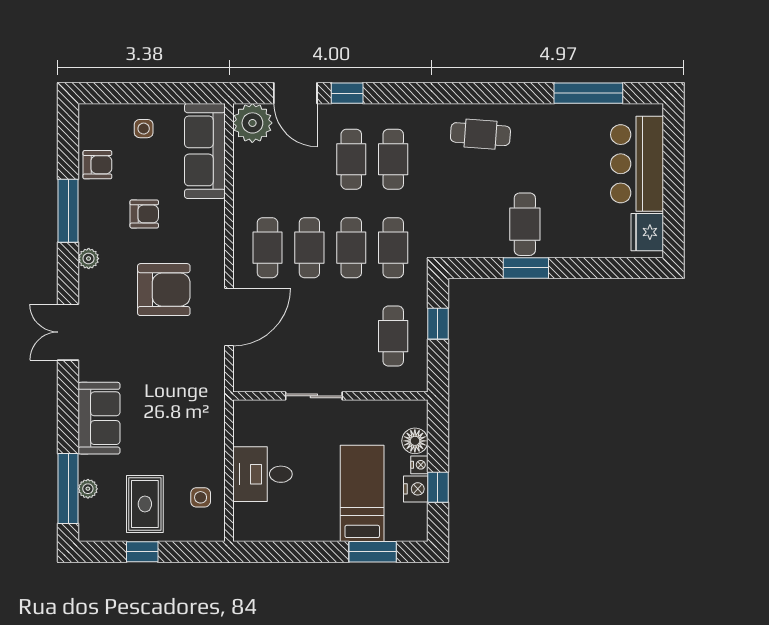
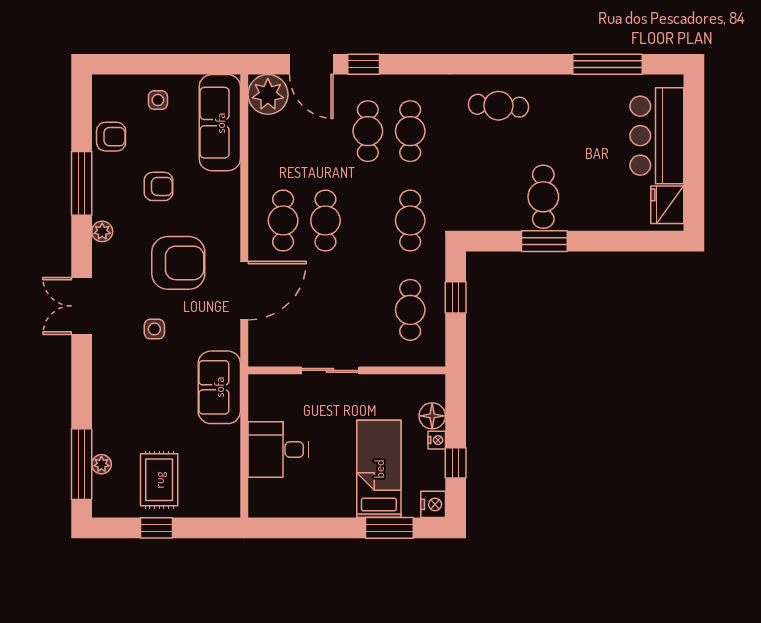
cafe table: (351, 248) -> (368, 221), removed
sofa: (99, 418) -> (219, 387), moved, turned 180
nightstand: (416, 489) -> (433, 504), moved
side table: (201, 497) -> (154, 329), moved

